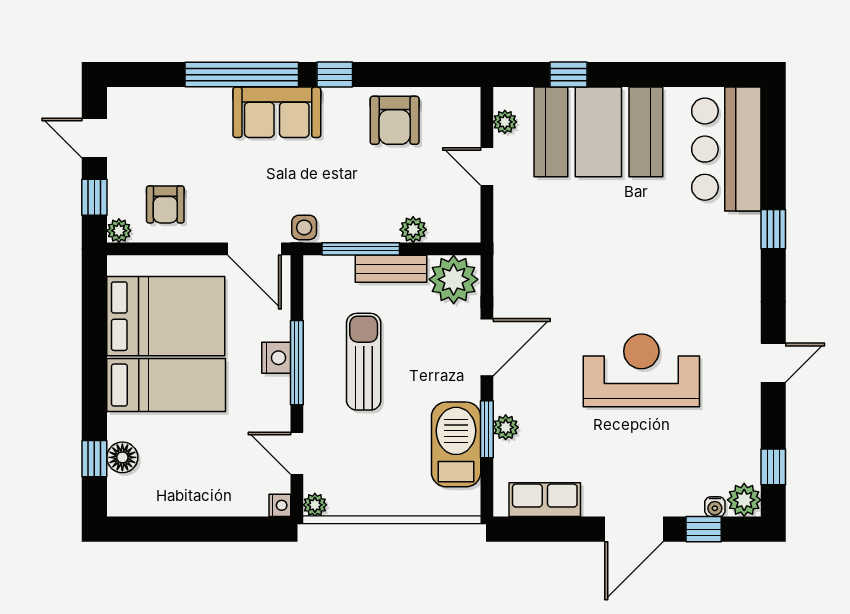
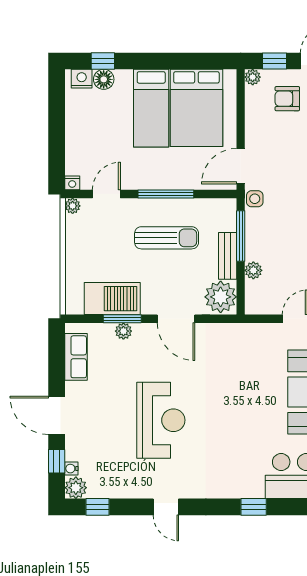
armchair: (165, 204) -> (287, 99), moved
nightstand: (276, 358) -> (82, 79), moved, turned 180

